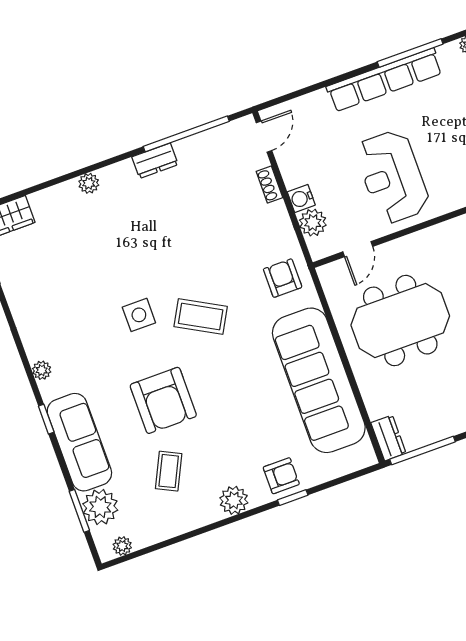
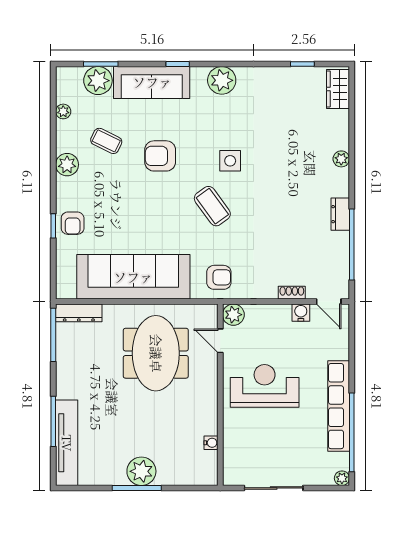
window: (410, 53) -> (352, 432), width x1.46
water cooler: (301, 198) -> (301, 313), moved
plant: (313, 223) -> (233, 315), moved
coffee table: (201, 317) -> (212, 206), turned -65
plant: (42, 370) -> (222, 80), width x1.87, depth x1.87
armchair: (163, 400) -> (160, 156), width x0.73, depth x0.73
dresser: (388, 438) -> (79, 313), width x1.44
plant: (234, 500) -> (67, 165), moved
plant: (122, 546) -> (63, 111), moved

